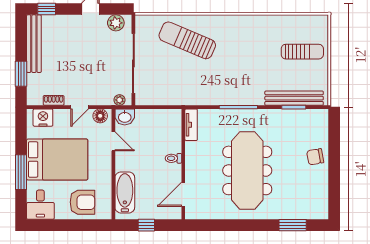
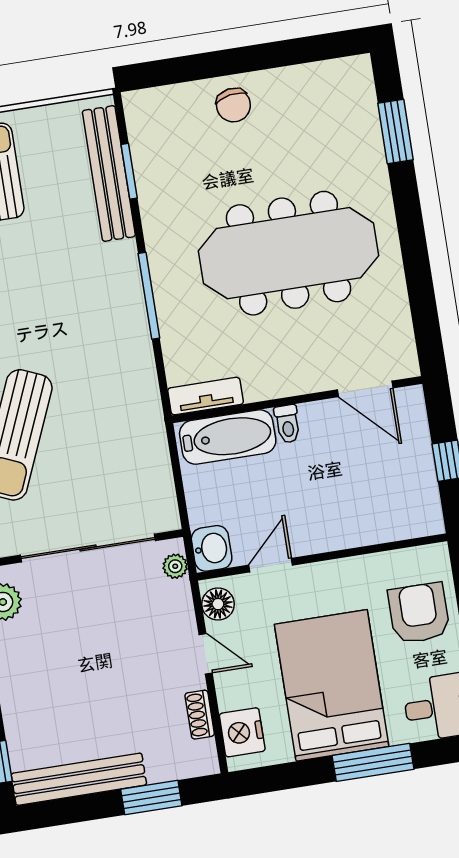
bathtub: (125, 192) -> (228, 437), moved, turned 180

